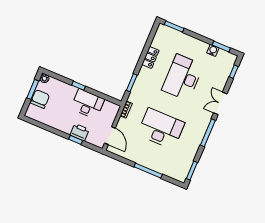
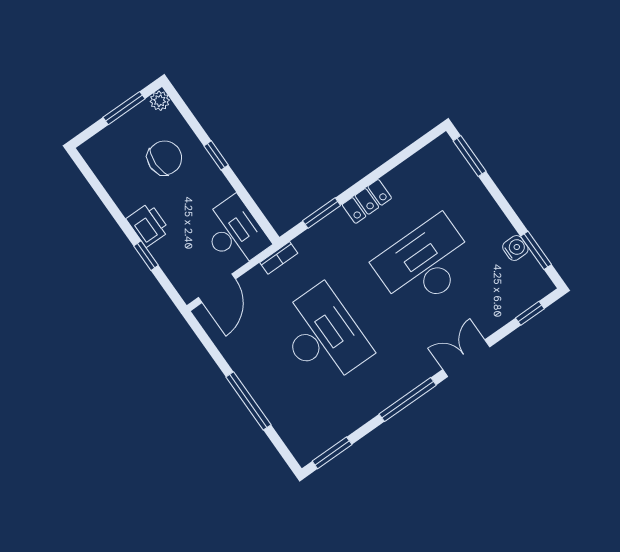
locker: (150, 57) -> (367, 201), moved
chair: (40, 99) -> (165, 158), moved
desk: (88, 104) -> (234, 233), moved
printer: (80, 132) -> (148, 225), moved

